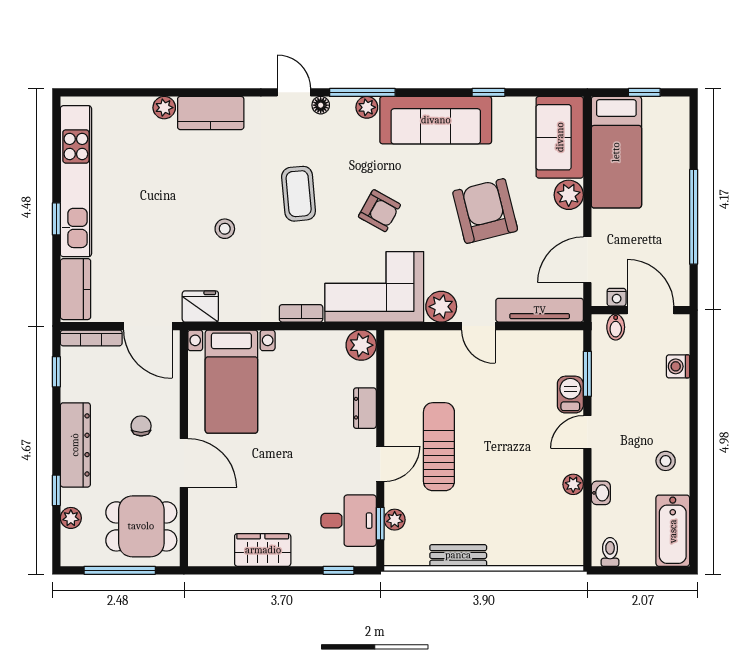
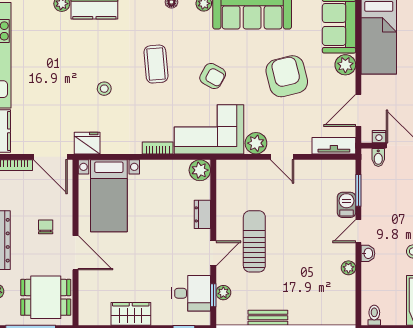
tv unit: (540, 310) -> (334, 146), width x0.71
washbasin: (601, 493) -> (368, 253), moved

